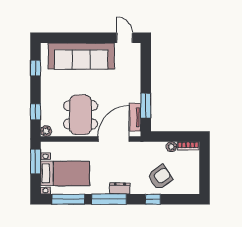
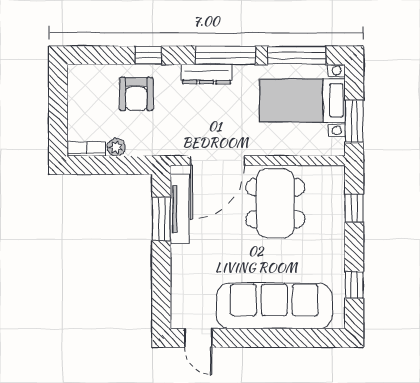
tv unit: (135, 117) -> (180, 209), width x1.41
plant: (46, 131) -> (336, 175), removed
armchair: (160, 177) -> (136, 94), turned -56
dresser: (120, 188) -> (206, 74), width x1.44

